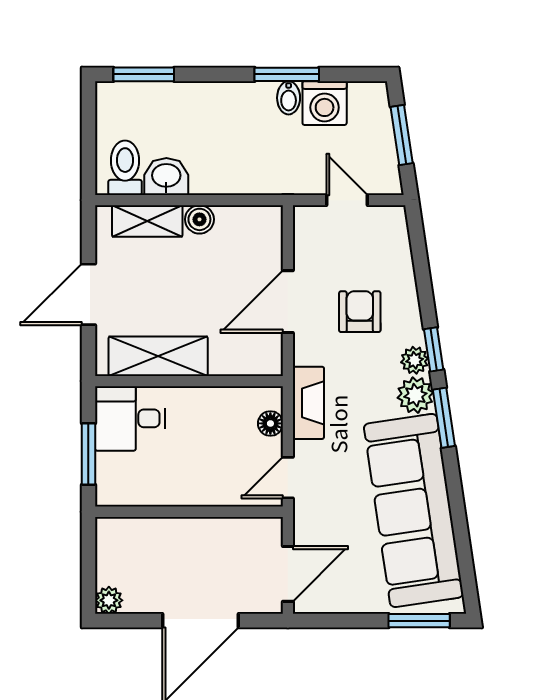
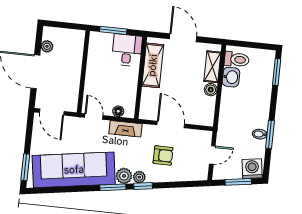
washing machine: (325, 103) -> (252, 169), moved, turned 82
plant: (109, 600) -> (47, 46), moved

